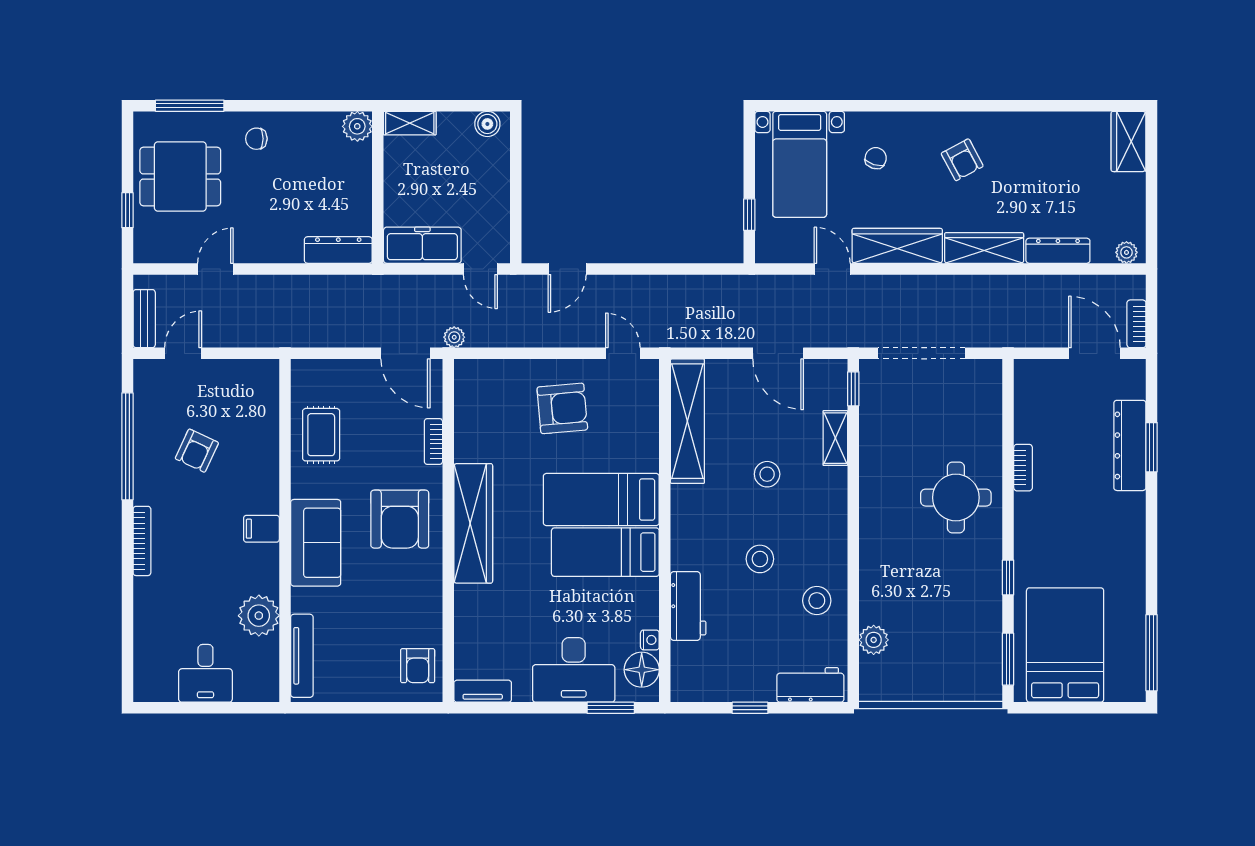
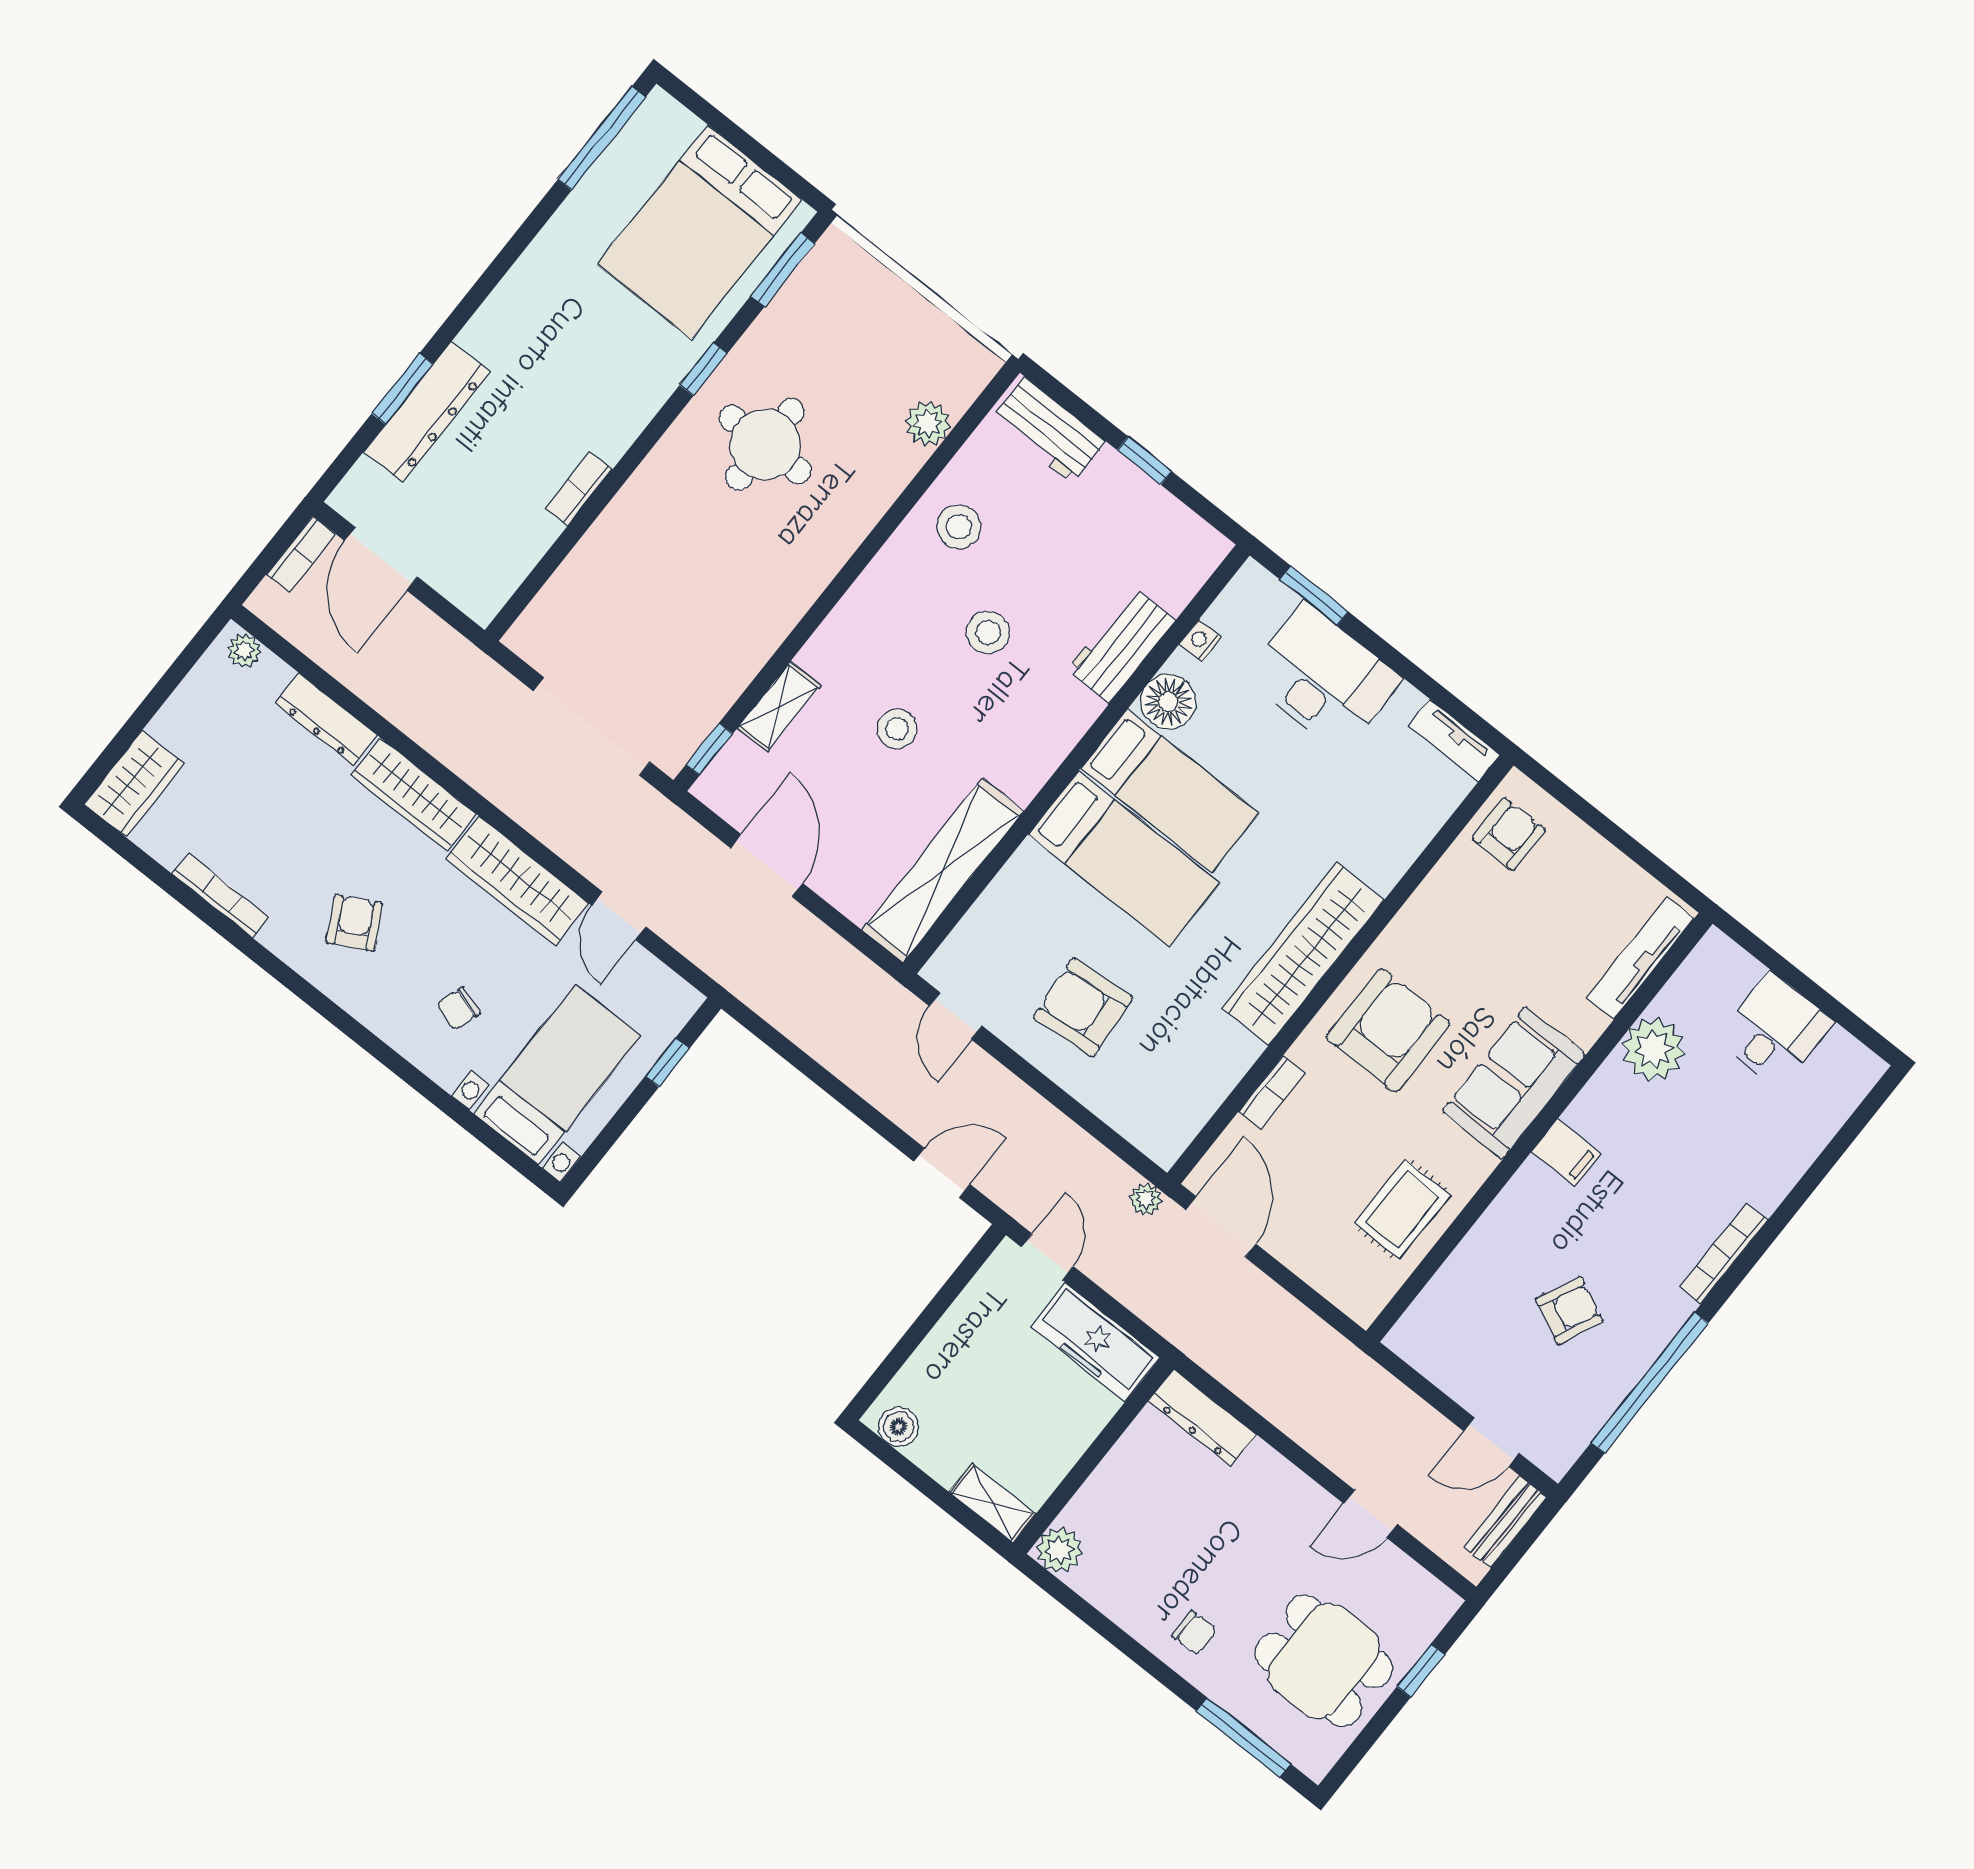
bookcase: (1040, 120) -> (221, 896), added
round table: (956, 498) -> (765, 444), moved
floor lamp: (642, 670) -> (1168, 702), moved

